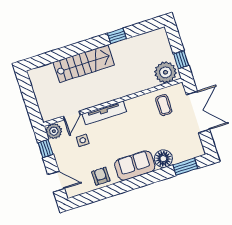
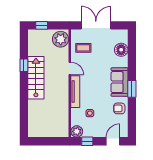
window: (181, 60) -> (42, 25), moved
stairs: (84, 64) -> (36, 78), moved
door: (72, 115) -> (70, 68), moved
floor lamp: (163, 159) -> (121, 50), moved
window: (185, 167) -> (132, 89), moved

